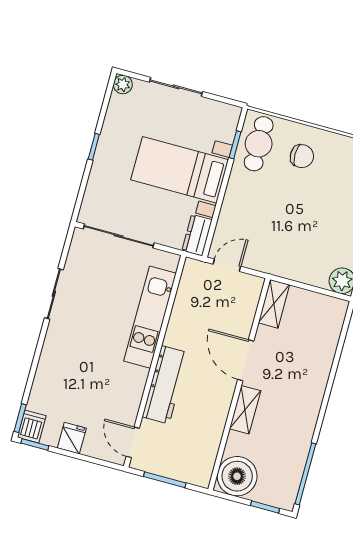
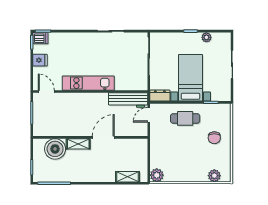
plant: (123, 85) -> (206, 37), moved
cafe table: (259, 144) -> (185, 118), moved
door: (227, 265) -> (149, 115), swing flipped
shelving: (274, 304) -> (128, 177), moved
kitchen unit: (150, 317) -> (88, 83), moved
workbench: (165, 385) -> (128, 100), moved
door: (133, 442) -> (46, 92), hinge flipped
boiler: (237, 476) -> (55, 149), moved

